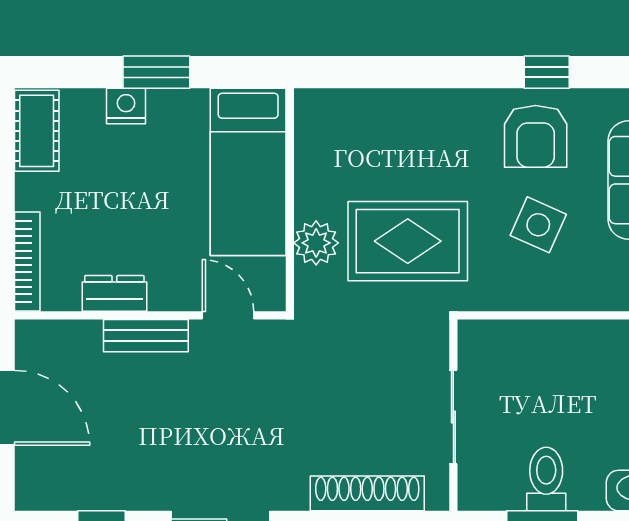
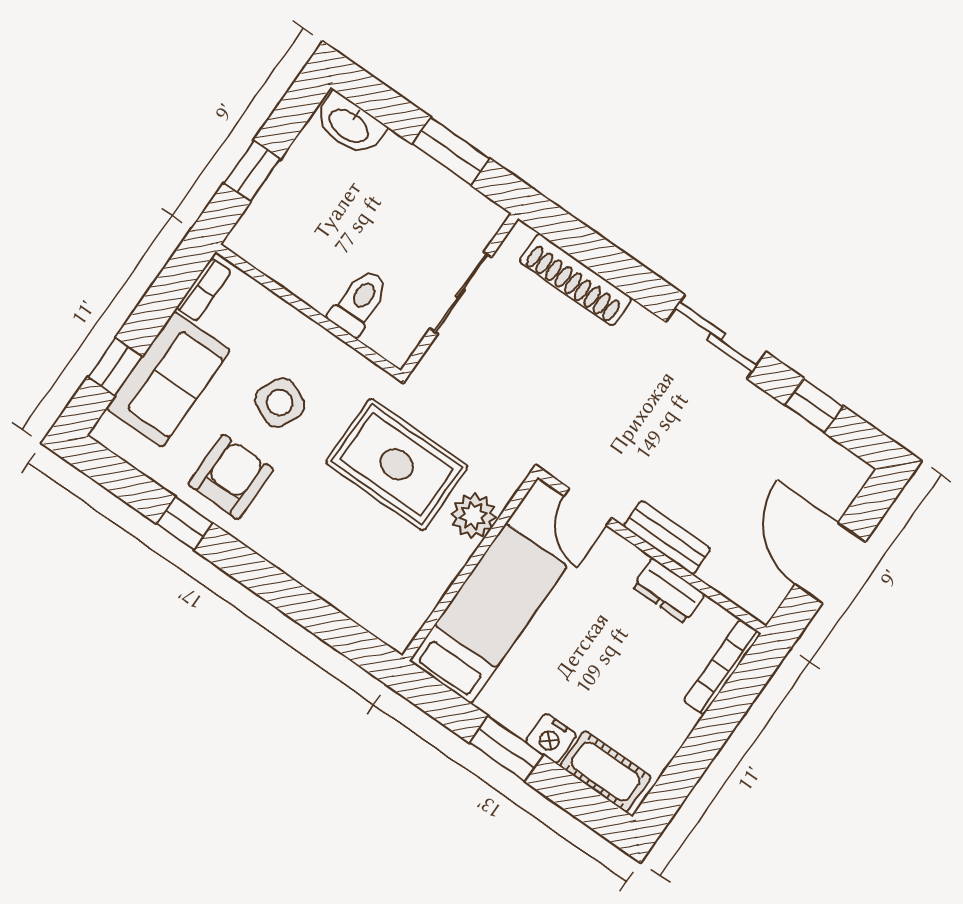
cot: (37, 131) -> (606, 771), moved, turned 90
toilet: (546, 479) -> (359, 302), moved, turned 180

